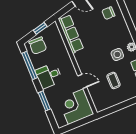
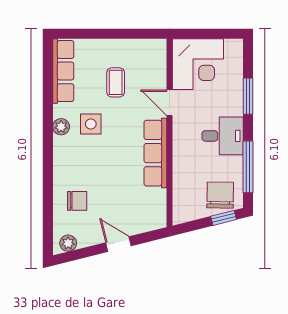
window: (40, 28) -> (224, 218), moved
row of seats: (71, 34) -> (155, 153), moved

